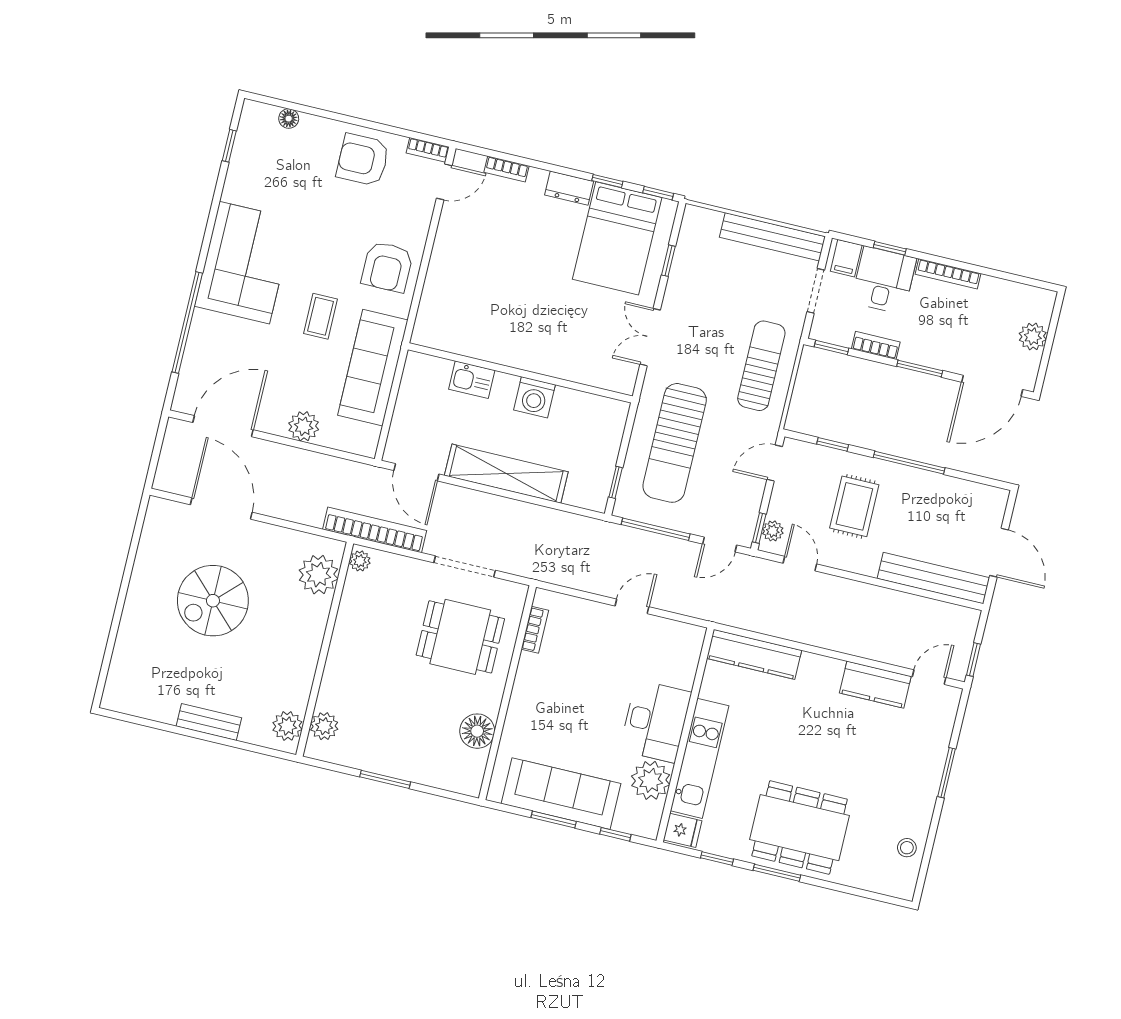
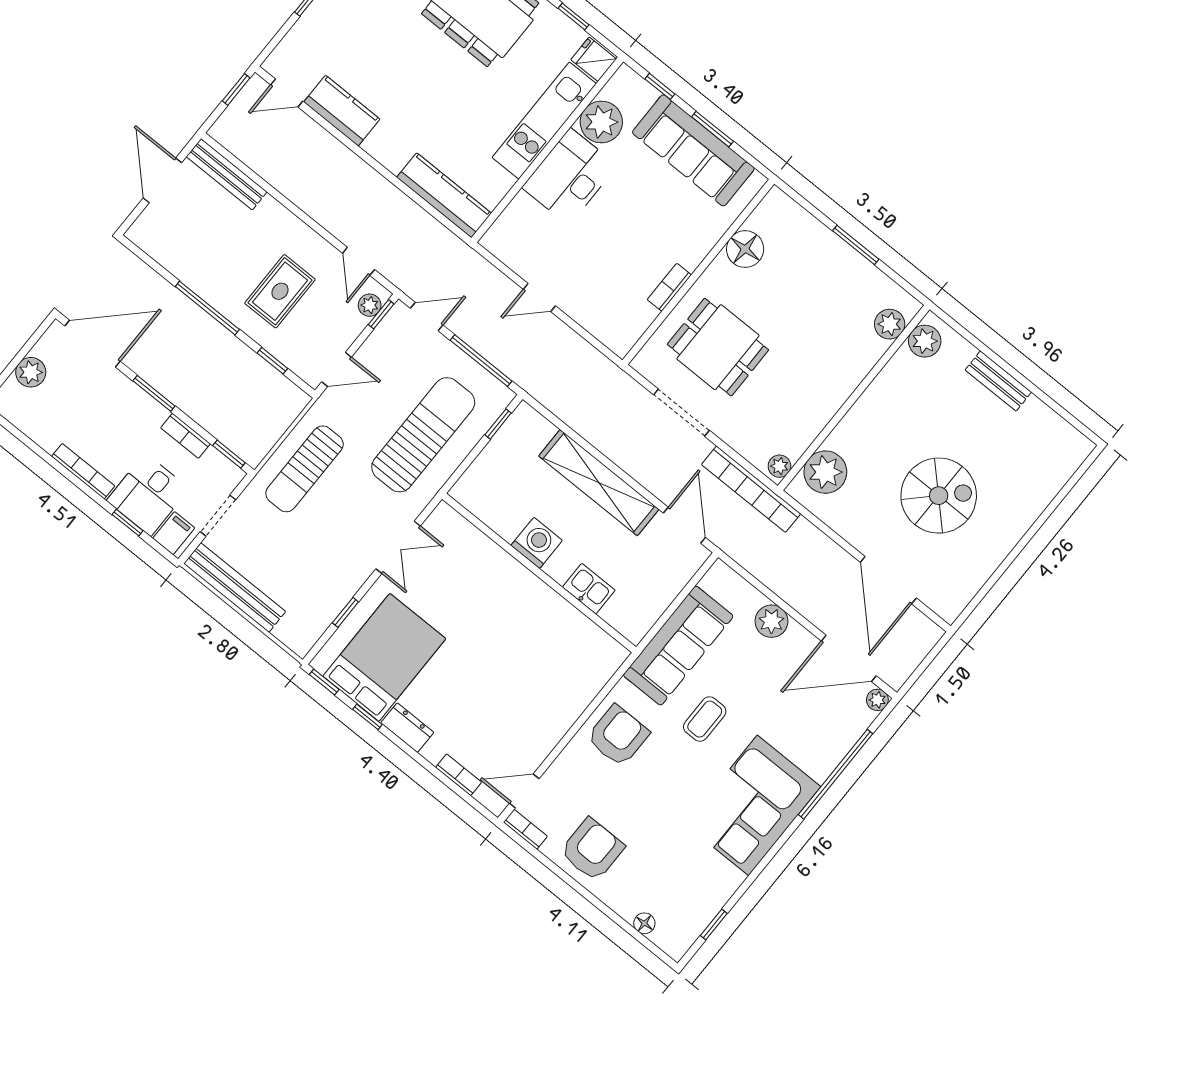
armchair: (363, 160) -> (592, 850), turned -90
plant: (182, 403) -> (877, 700), added
bench: (933, 578) -> (227, 174), width x0.73, depth x0.82
bookcase: (535, 630) -> (669, 287), moved

